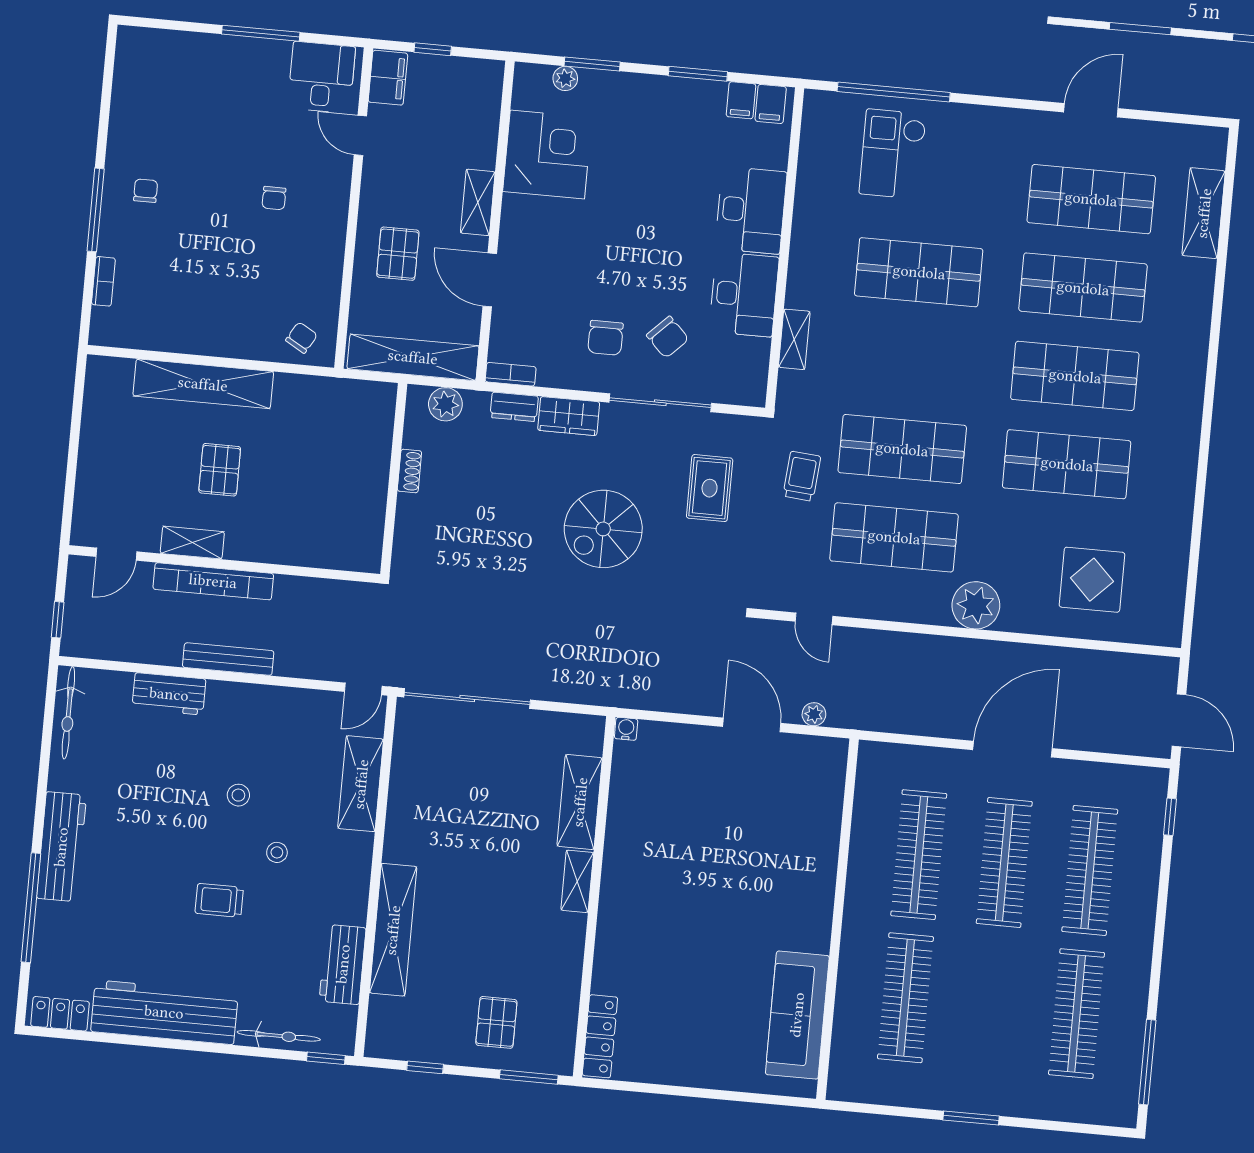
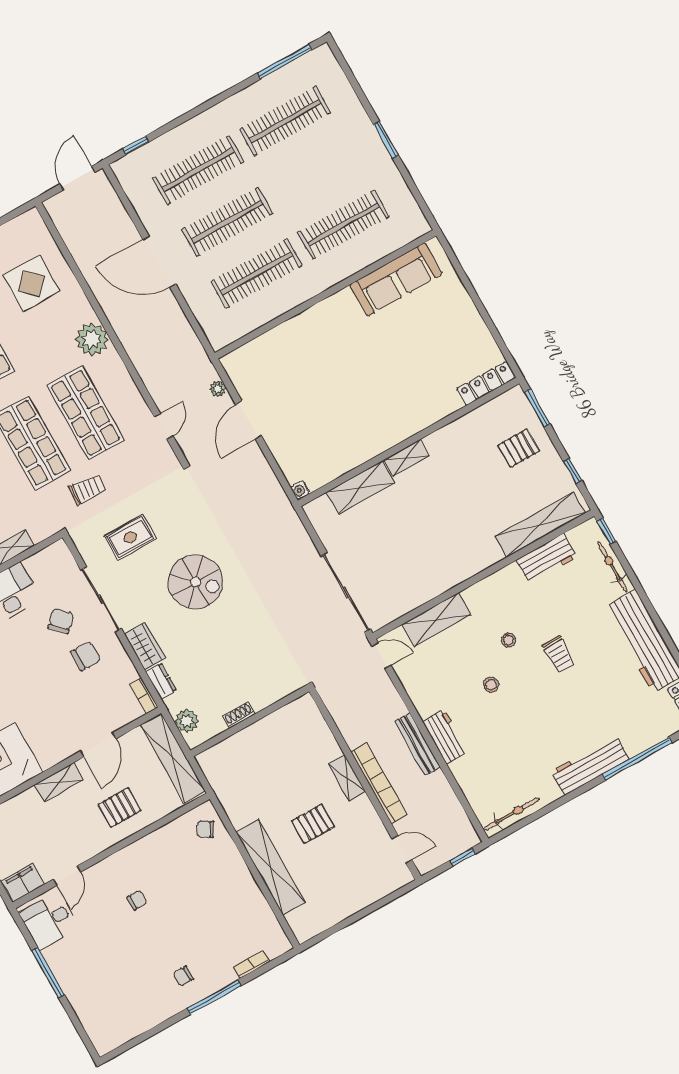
trolley: (802, 476) -> (87, 490), turned 180
shelving: (192, 543) -> (347, 778), moved
workbench: (169, 694) -> (445, 737), moved
shelving: (393, 930) -> (540, 525), moved

